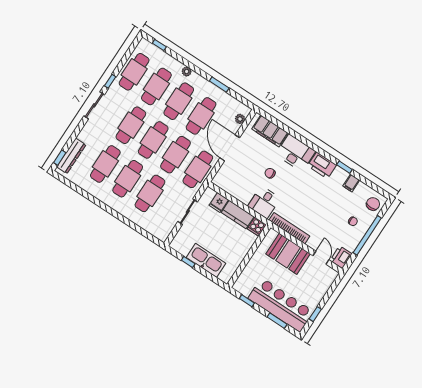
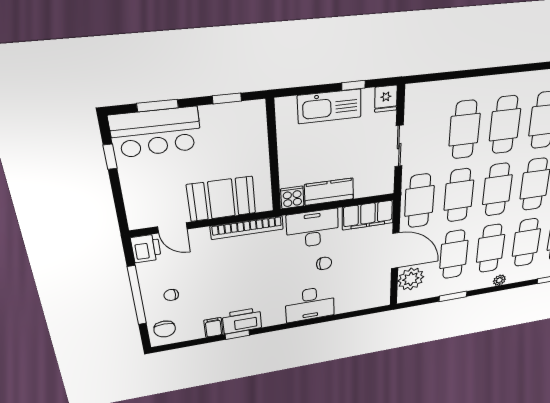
plant: (240, 119) -> (411, 279), width x1.88, depth x1.88
filing cabinet: (270, 131) -> (368, 215), moved, turned 180
printer: (322, 165) -> (242, 321), moved
desk: (264, 202) -> (313, 229), width x1.37
fridge: (219, 203) -> (386, 99), moved, turned 180
bar counter: (281, 305) -> (156, 132), width x0.73

